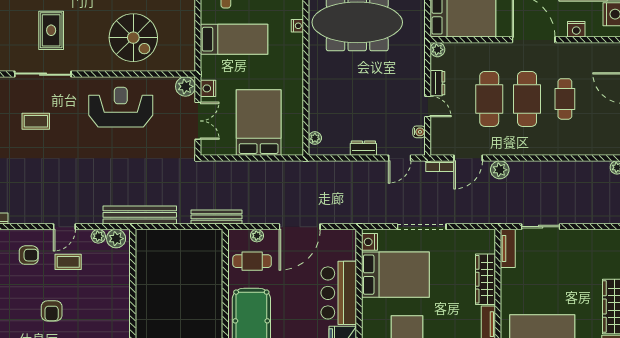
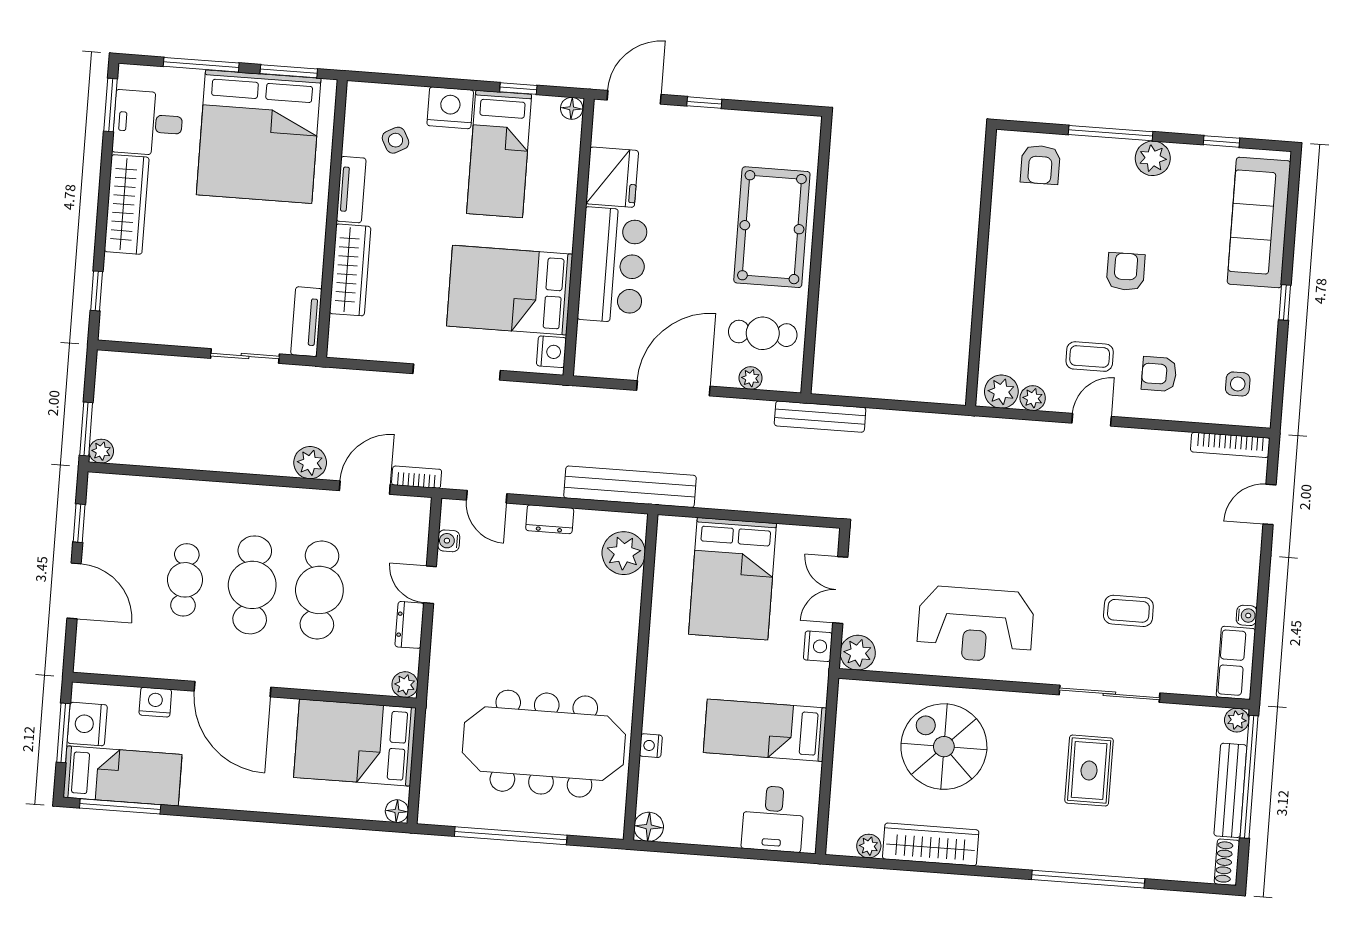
plant: (315, 138) -> (624, 553), width x1.88, depth x1.88
door: (400, 158) -> (487, 497), swing flipped
bench: (140, 215) -> (630, 487), moved

